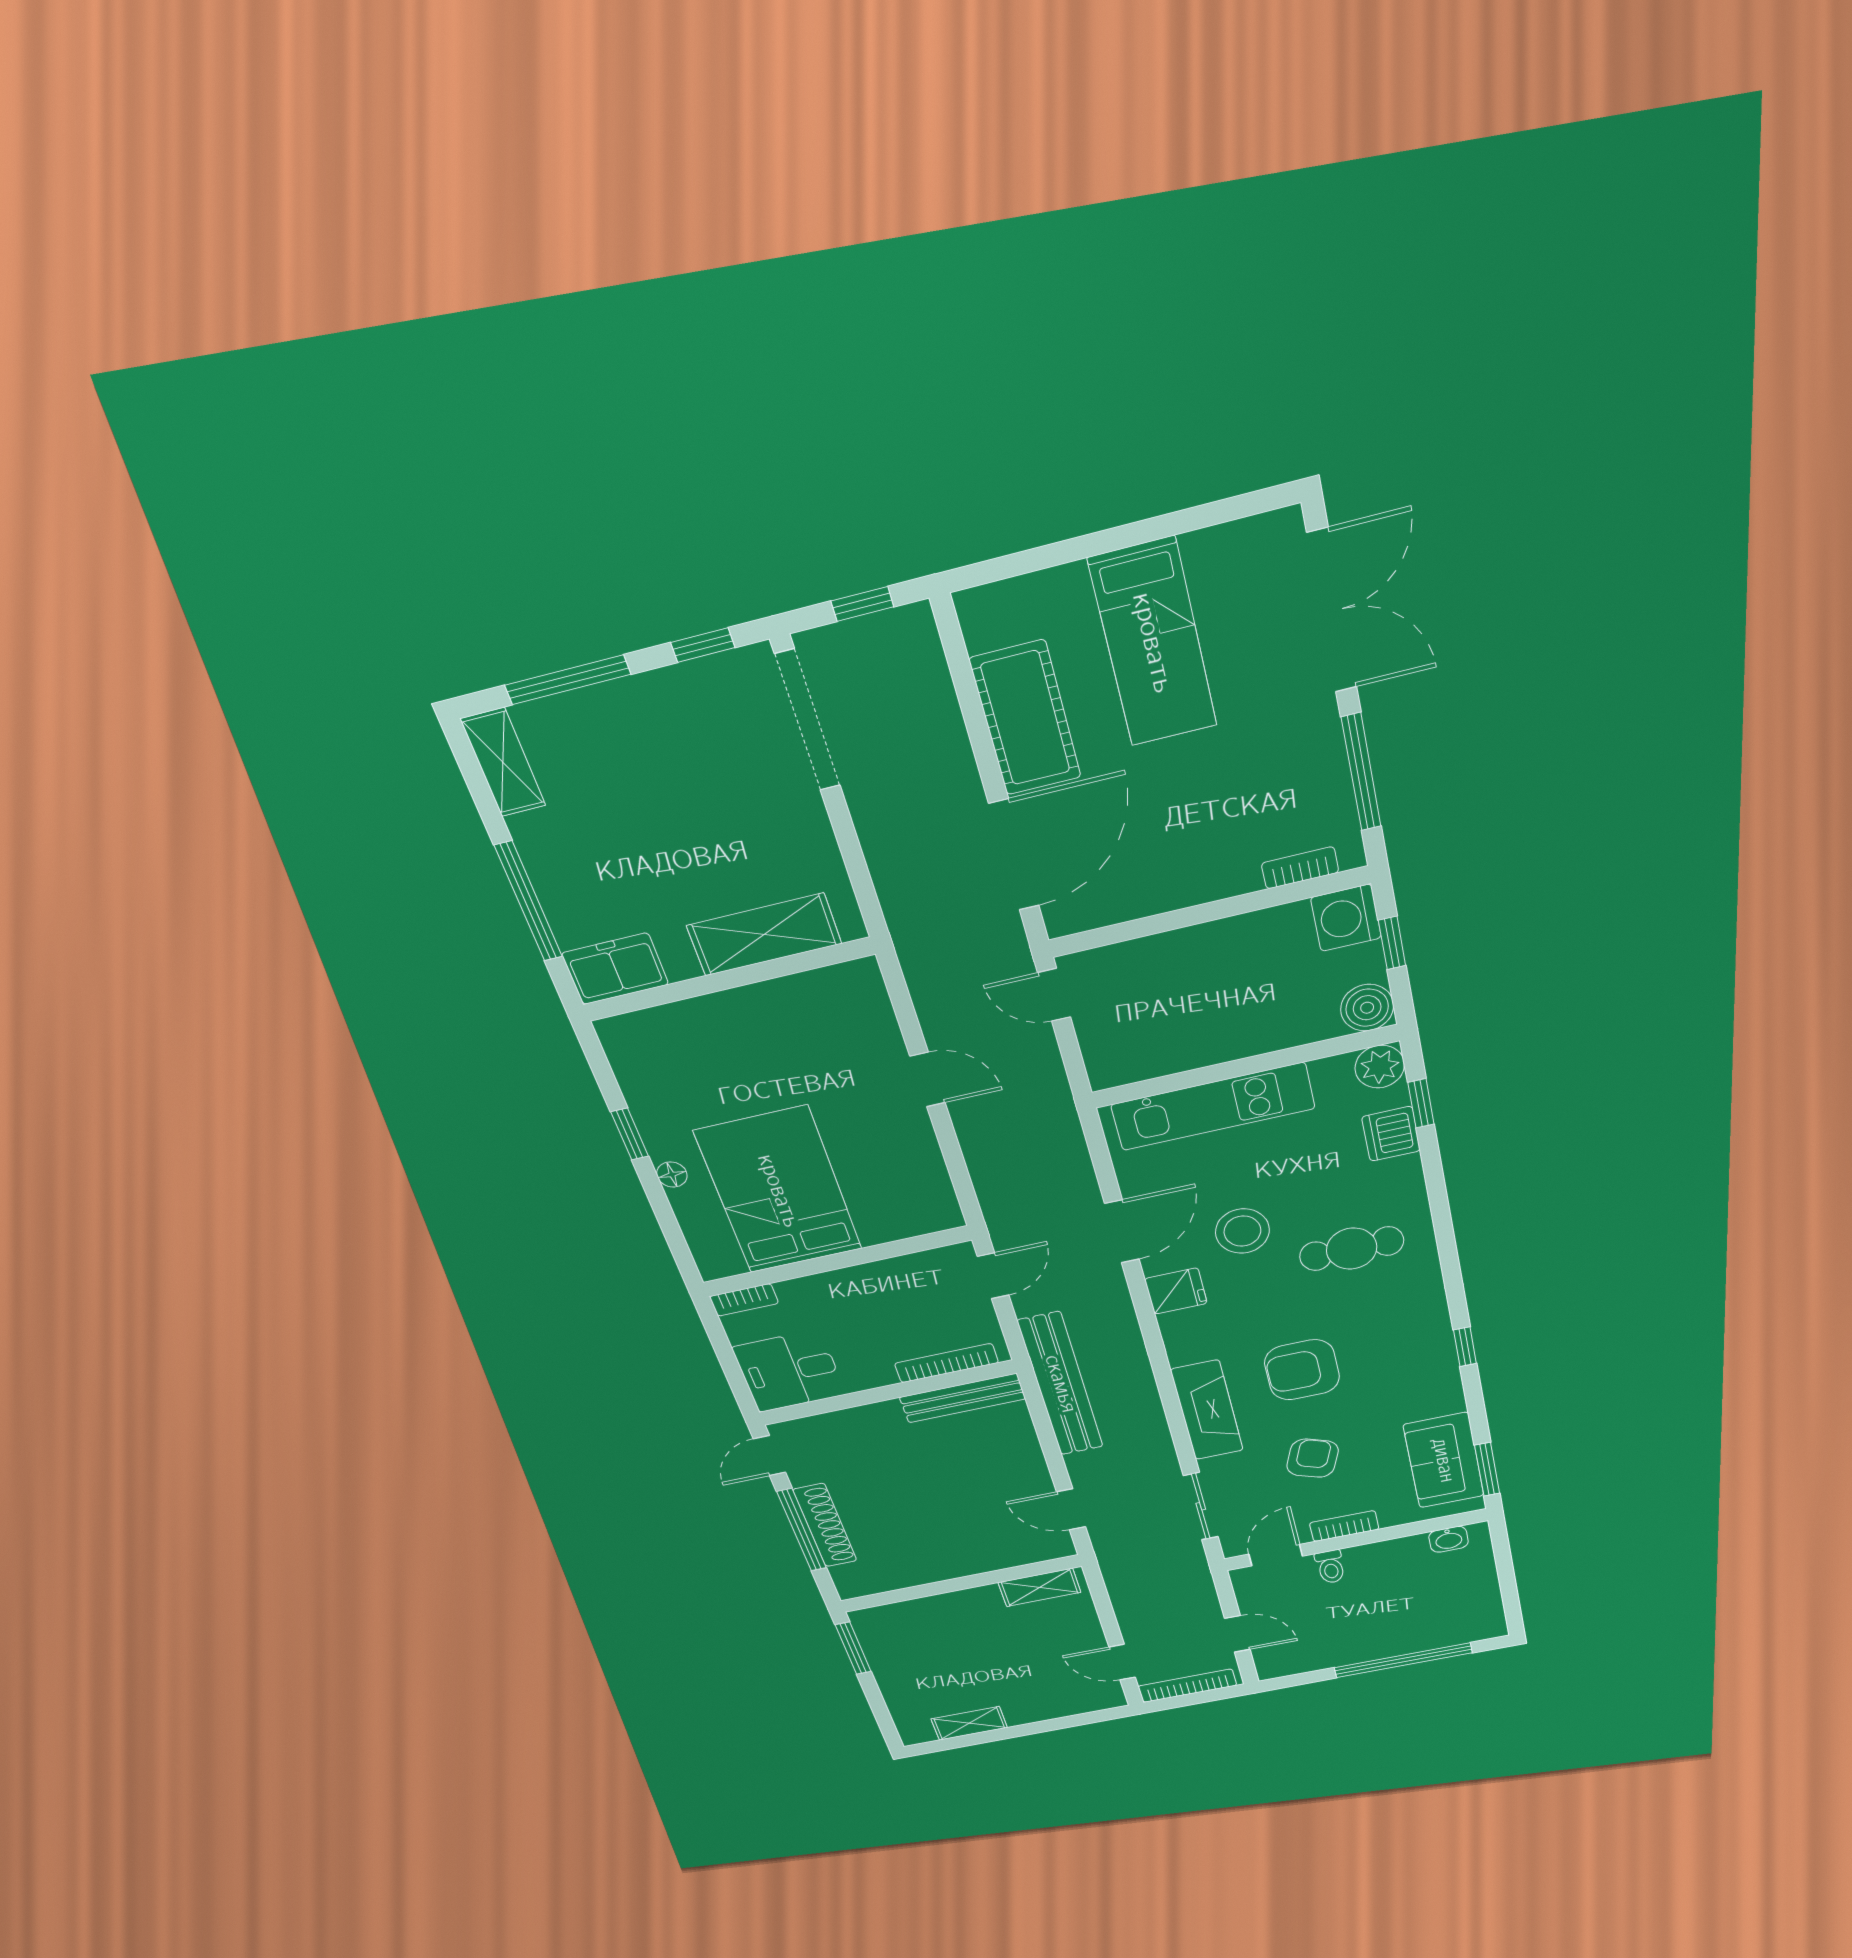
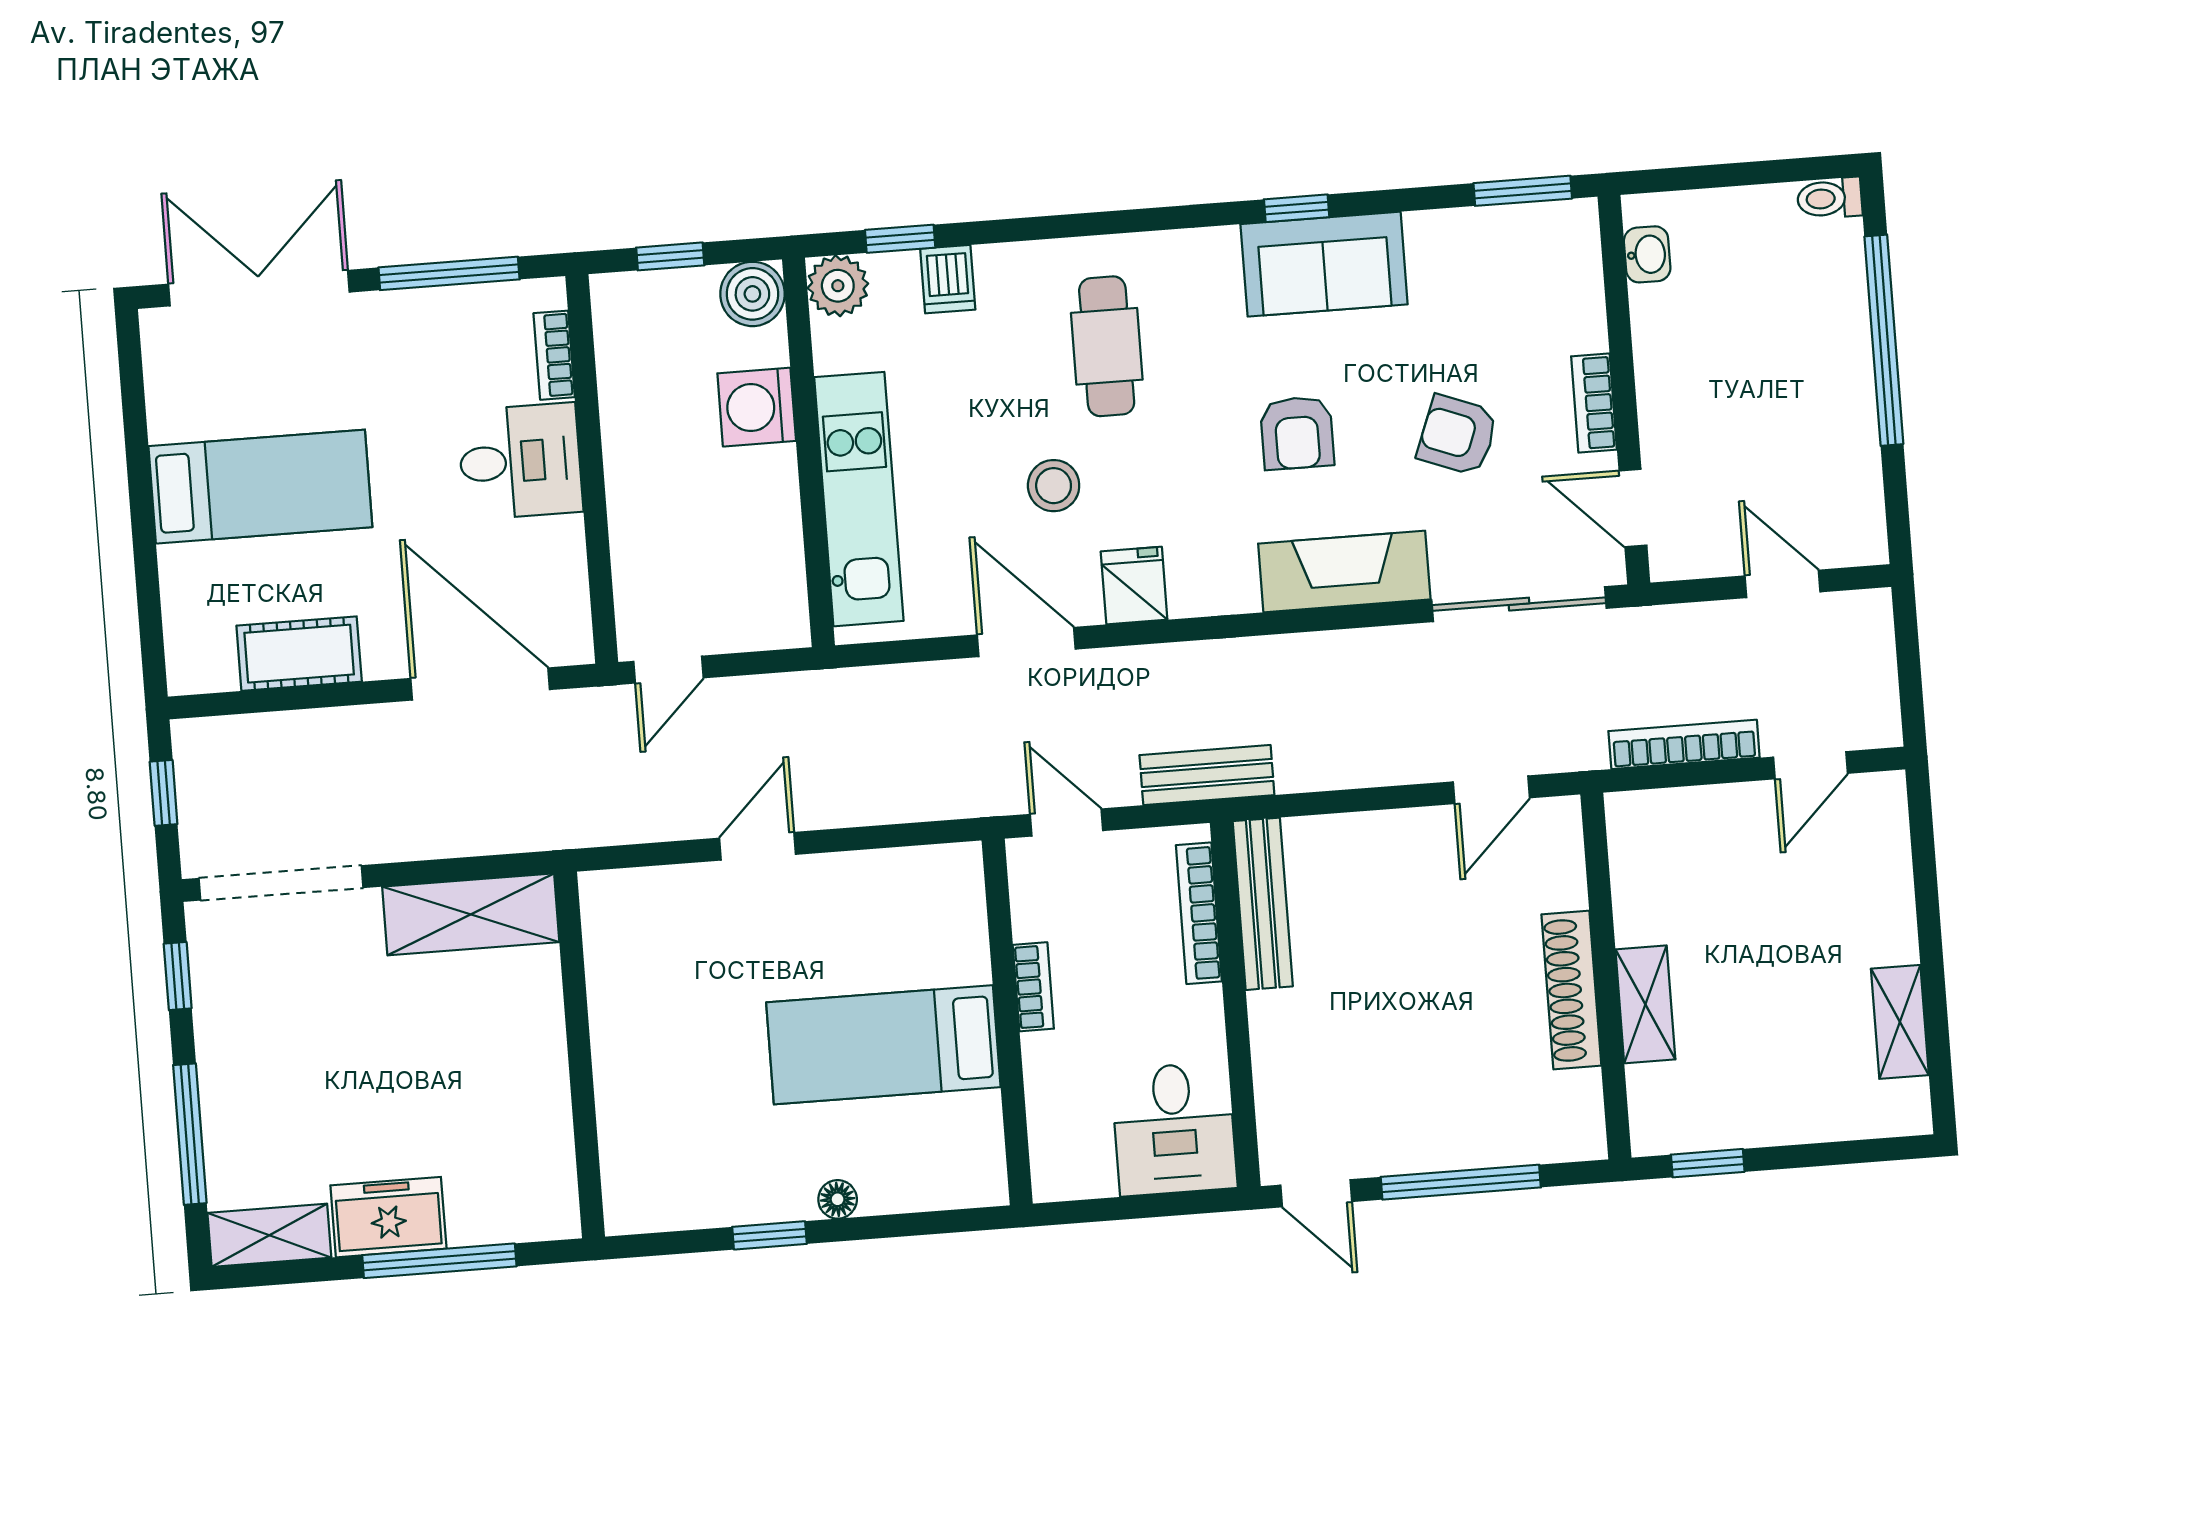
cot: (1026, 718) -> (299, 654), width x0.73, depth x0.75
desk: (1207, 856) -> (520, 461), added
washing machine: (1346, 918) -> (757, 407), moved, turned 90
shelving: (764, 935) -> (471, 914), moved, turned 90
freezer: (615, 969) -> (388, 1217), moved, turned 90
dishwasher: (1391, 1134) -> (948, 279), width x0.73
bed: (779, 1191) -> (883, 1045), width x0.67
stool: (1242, 1231) -> (1054, 486), width x0.73, depth x0.73
bookcase: (744, 1300) -> (1033, 987), moved
armchair: (1302, 1370) -> (1297, 433), width x0.72, depth x0.72
bench: (1061, 1384) -> (1207, 775), width x0.54, depth x0.82
sofa: (1444, 1460) -> (1324, 264), moved
sliding door: (1201, 1506) -> (1519, 604), width x1.37
shoe rack: (825, 1525) -> (1571, 990), moved, turned -90
toilet: (1330, 1567) -> (1830, 198), moved, turned 180
shelving: (1039, 1587) -> (1645, 1004), moved
door: (1237, 1634) -> (1782, 584), hinge flipped
window: (853, 1648) -> (1708, 1163), width x0.67
bookcase: (1187, 1686) -> (1684, 744), moved, turned 90

